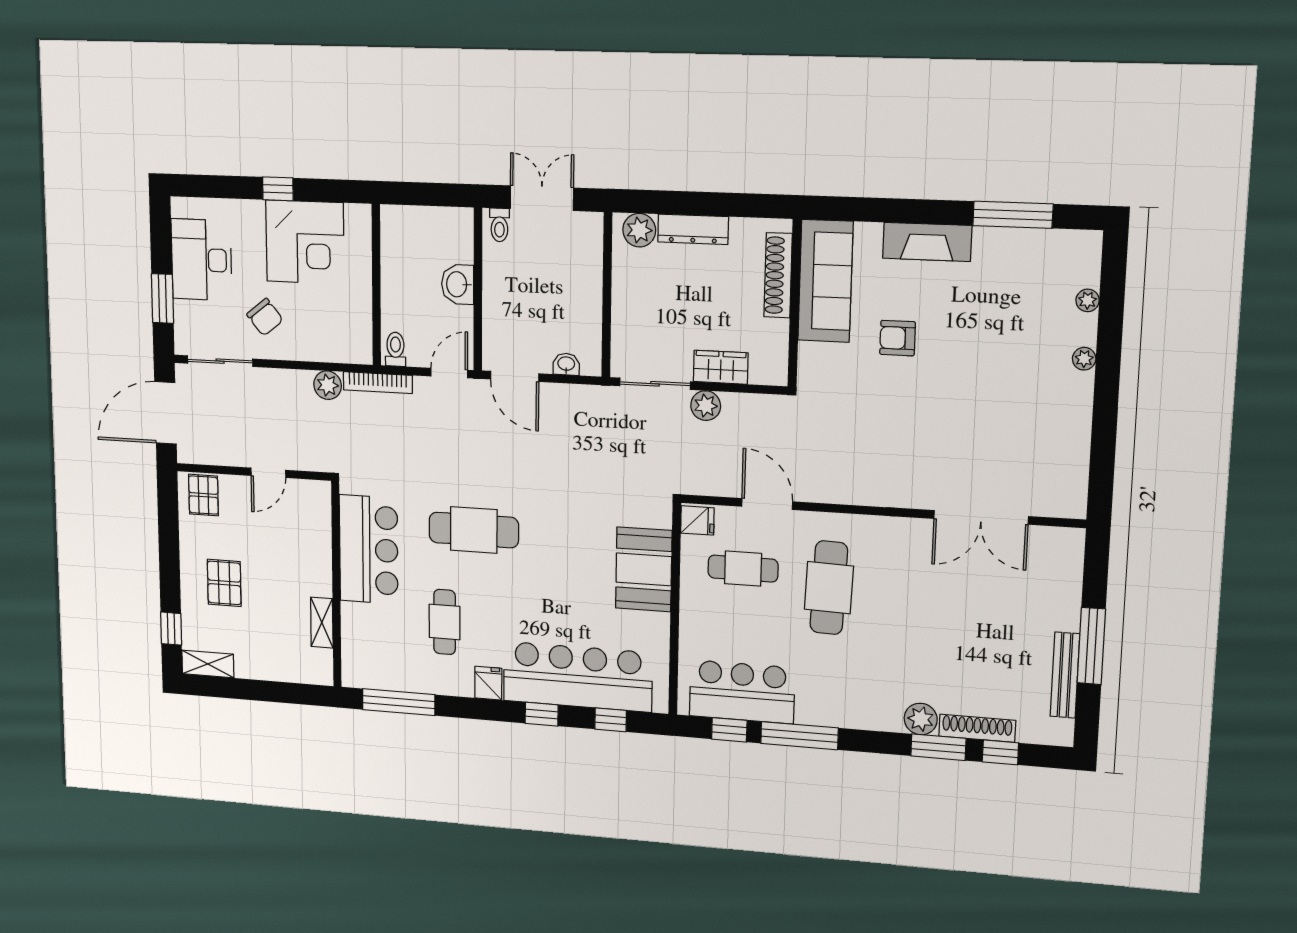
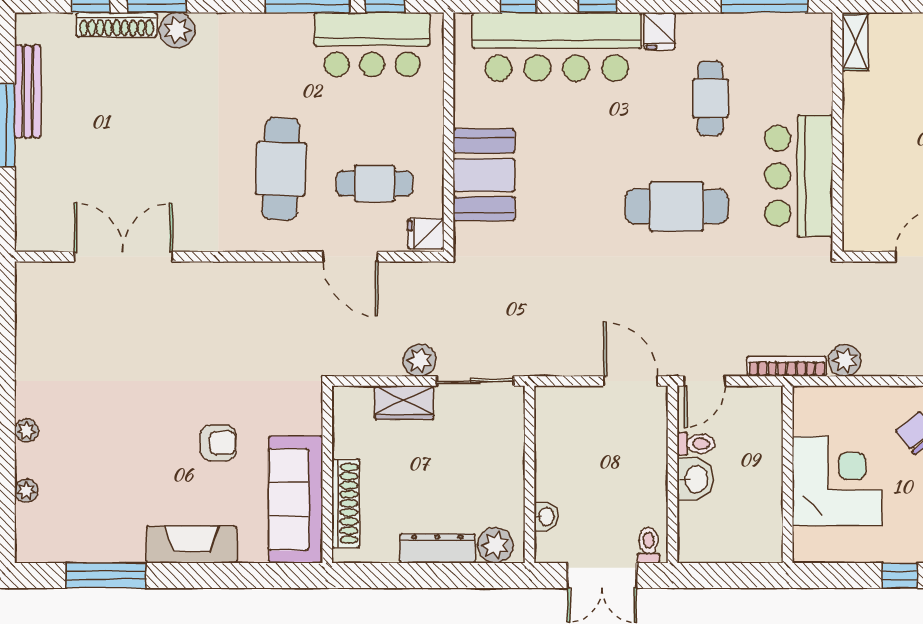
corner desk: (305, 242) -> (837, 481), moved, turned 90
toilet: (395, 349) -> (696, 444), moved, turned -90
washbasin: (566, 364) -> (546, 517), moved, turned -90
shelving: (322, 623) -> (855, 41), moved

